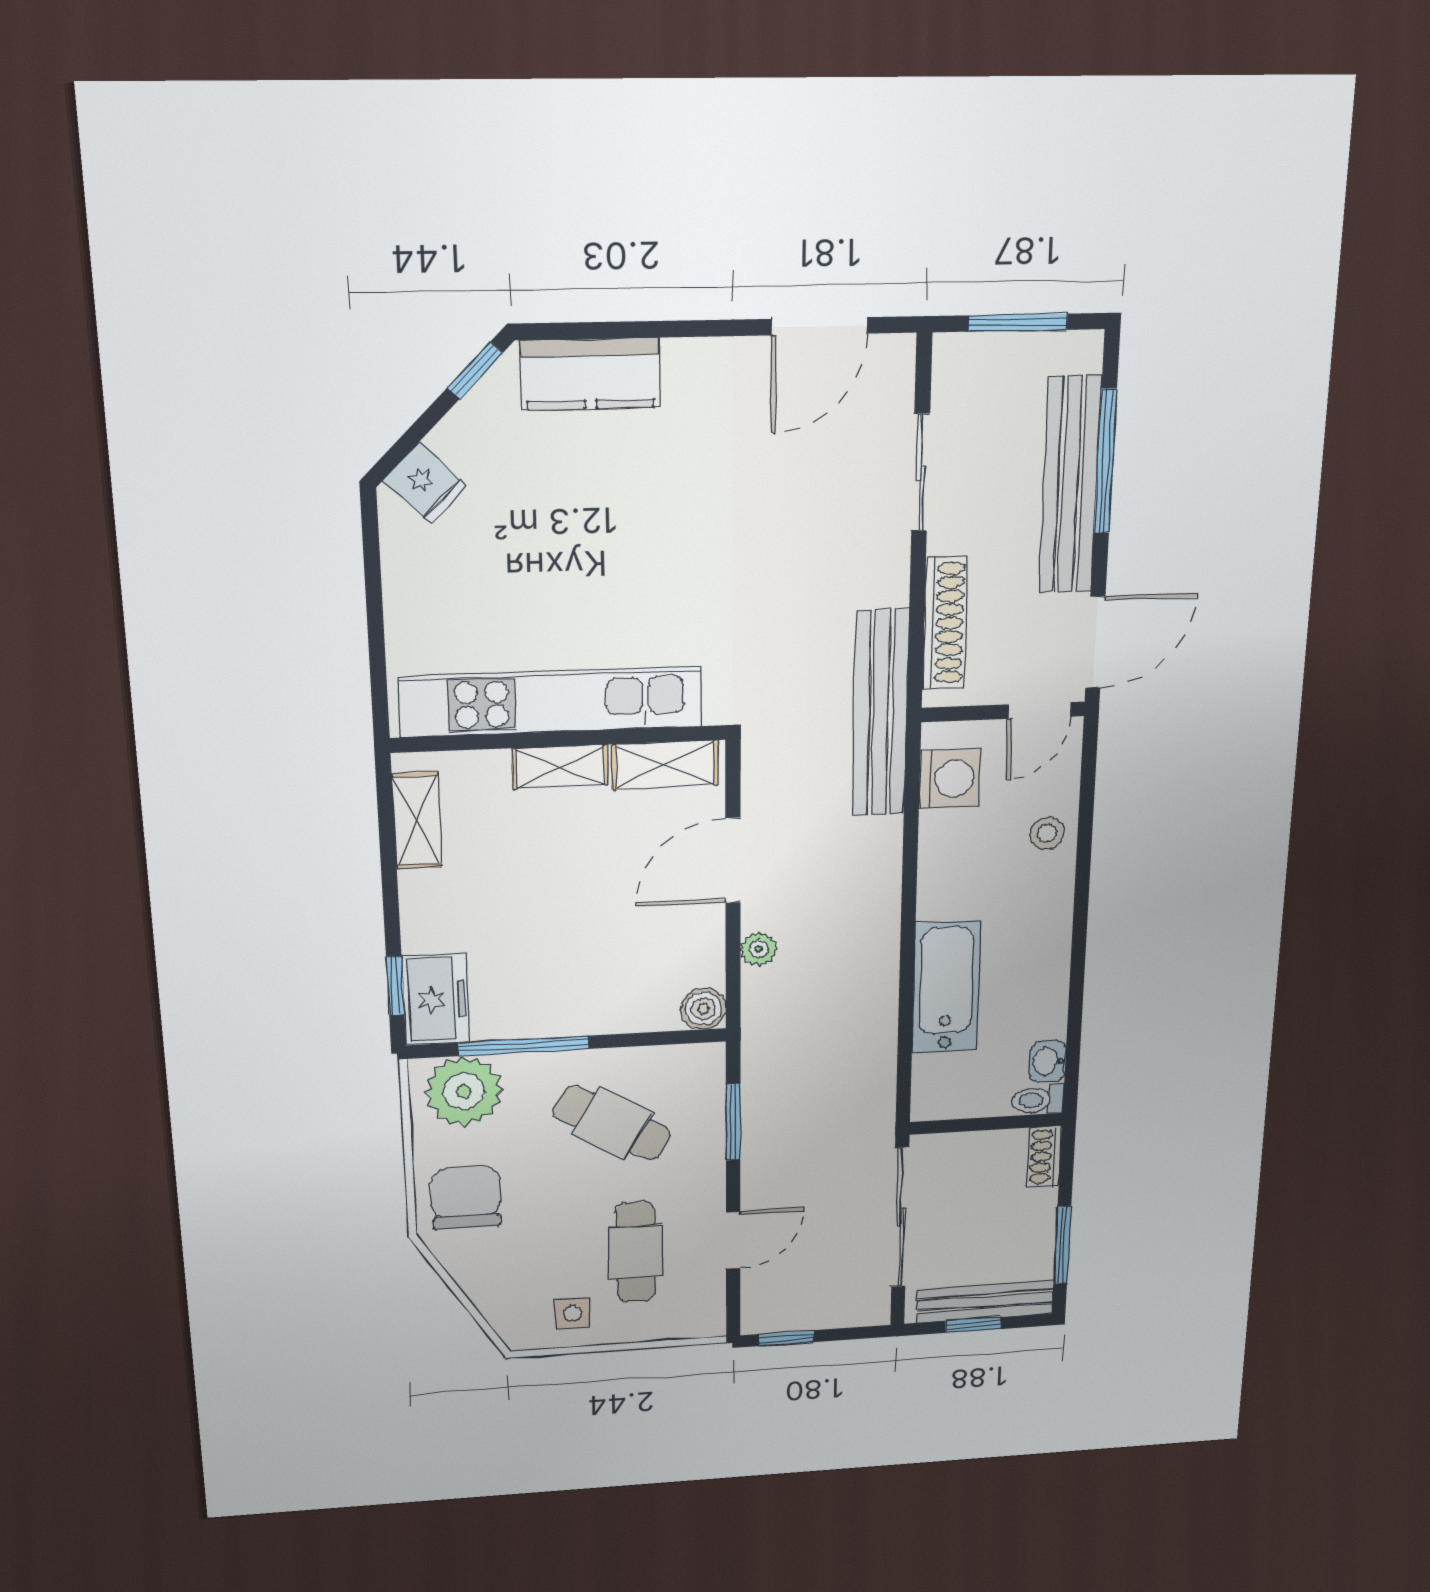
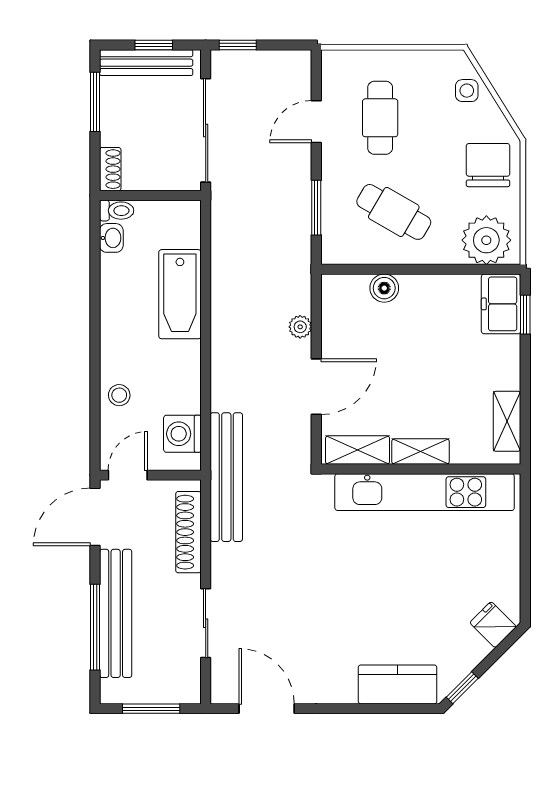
door: (819, 326) -> (267, 709), hinge flipped
boiler: (703, 1009) -> (384, 288), moved
window: (524, 1046) -> (448, 269), removed
chair: (466, 1198) -> (488, 165), turned 180
side table: (572, 1313) -> (467, 91), moved
window: (786, 1338) -> (238, 45), moved

